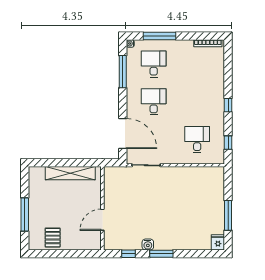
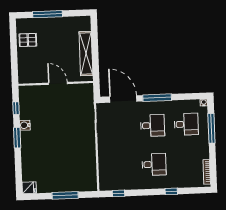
window: (123, 72) -> (157, 98), moved
window: (228, 105) -> (171, 191), moved
door: (123, 134) -> (123, 99), swing flipped
desk: (197, 140) -> (154, 164), moved
window: (228, 215) -> (65, 195), moved
door: (102, 220) -> (58, 83), moved

